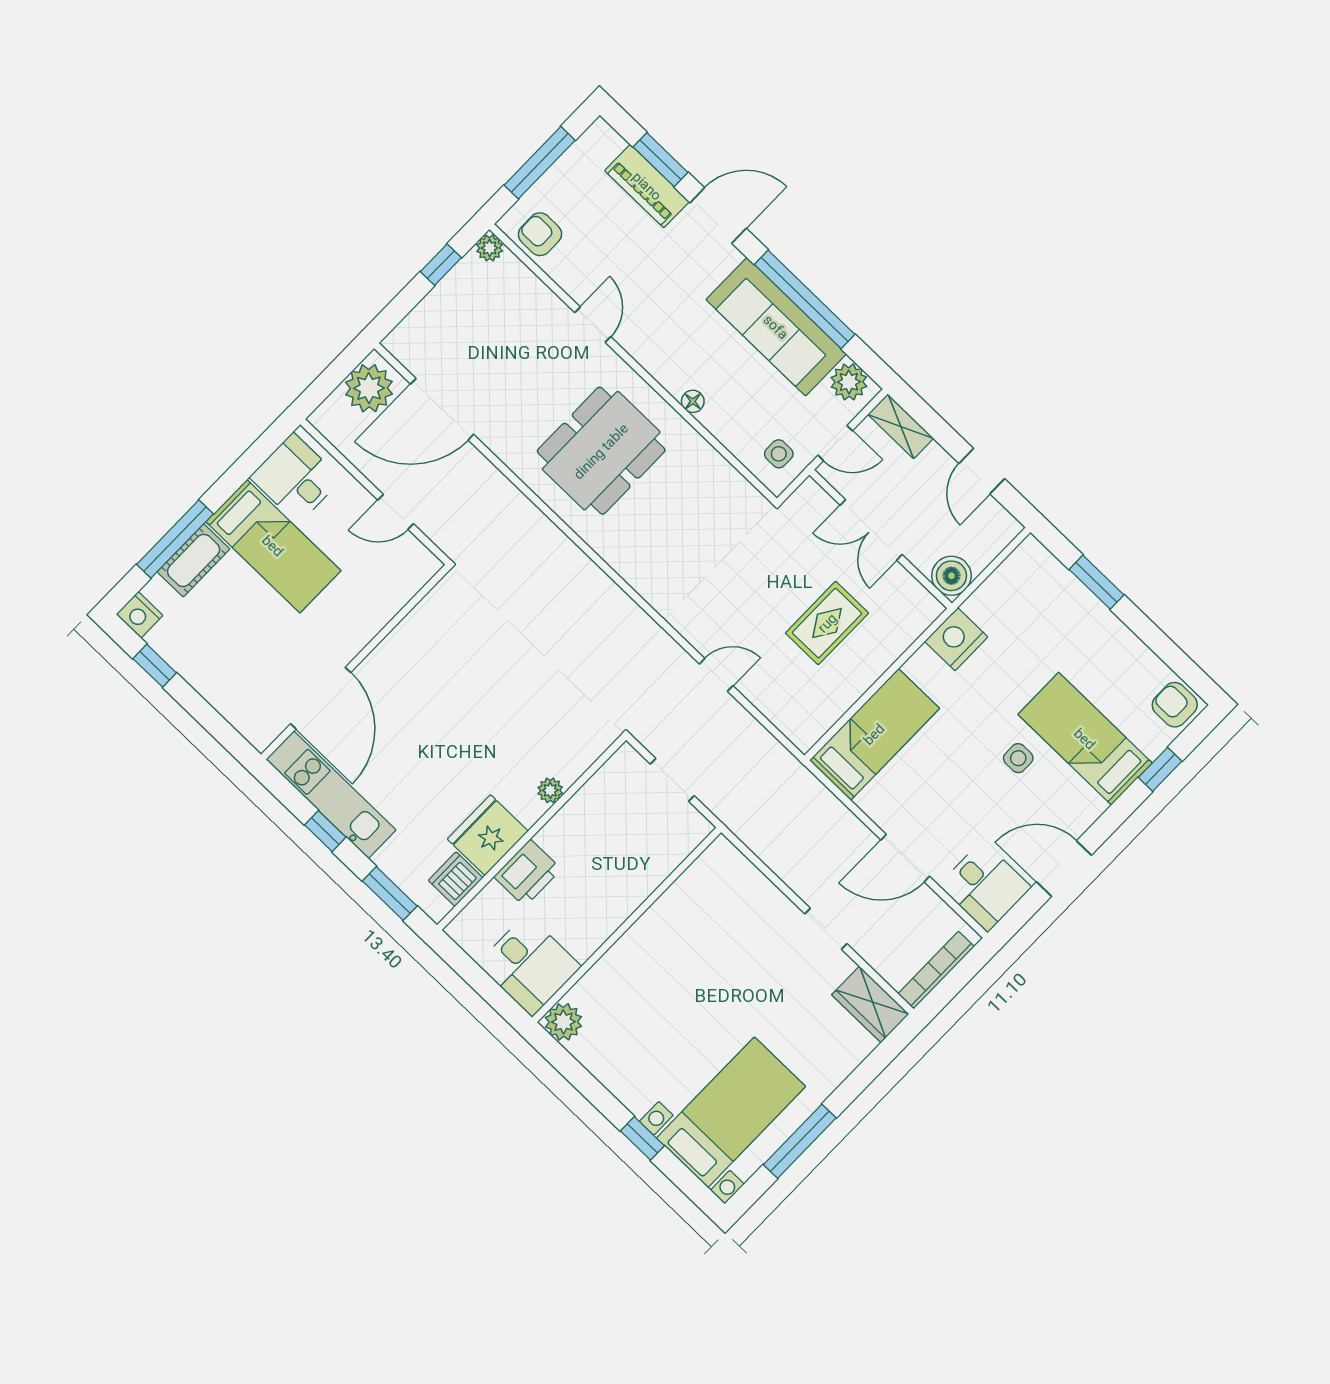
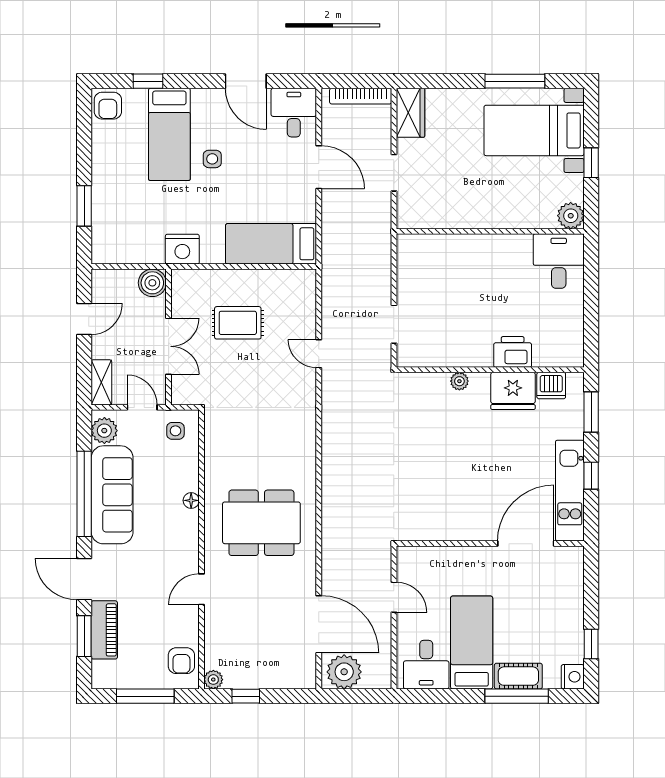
wall: (627, 925) -> (490, 231), moved
desk: (529, 965) -> (559, 261), moved
plant: (563, 1022) -> (571, 216), moved

